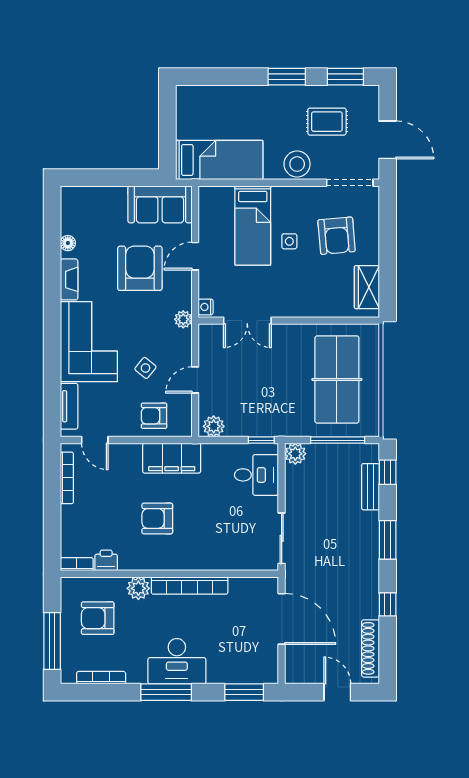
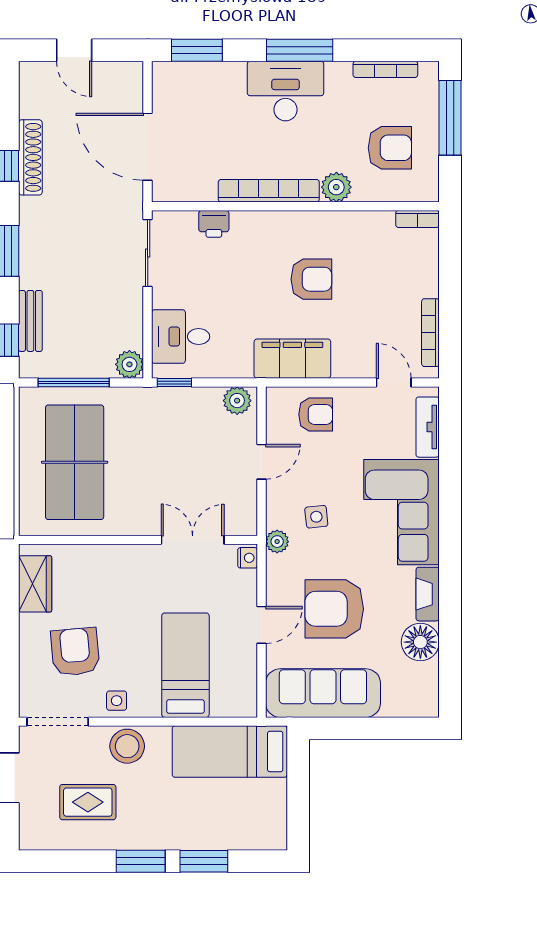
window: (345, 77) -> (204, 861), moved
sofa: (160, 204) -> (323, 693), width x1.36
side table: (289, 241) -> (117, 701), moved
floor lamp: (68, 243) -> (420, 642), width x1.89, depth x1.89
armchair: (140, 268) -> (334, 609), turned 90
side table: (145, 368) -> (316, 517), moved, turned 45
printer: (106, 560) -> (214, 224), moved
shoe rack: (371, 648) -> (30, 157), moved

